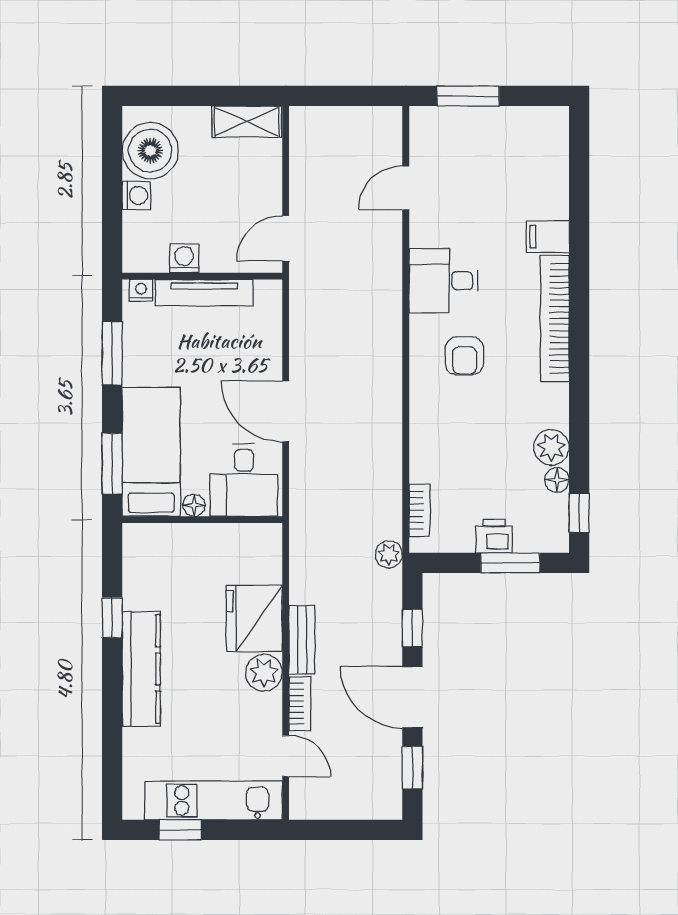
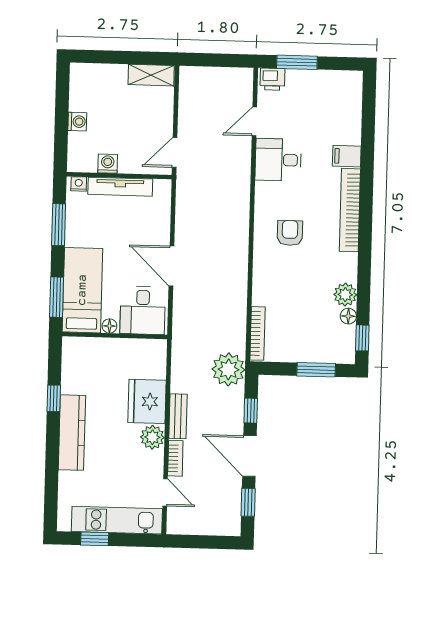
boiler: (150, 151) -> (87, 92), removed
desk: (444, 281) -> (278, 160), moved
armchair: (465, 356) -> (290, 233), turned 180
bookcase: (419, 510) -> (258, 333), width x1.56
printer: (494, 536) -> (272, 79), moved, turned 180
plant: (389, 554) -> (228, 369), width x1.88, depth x1.88

